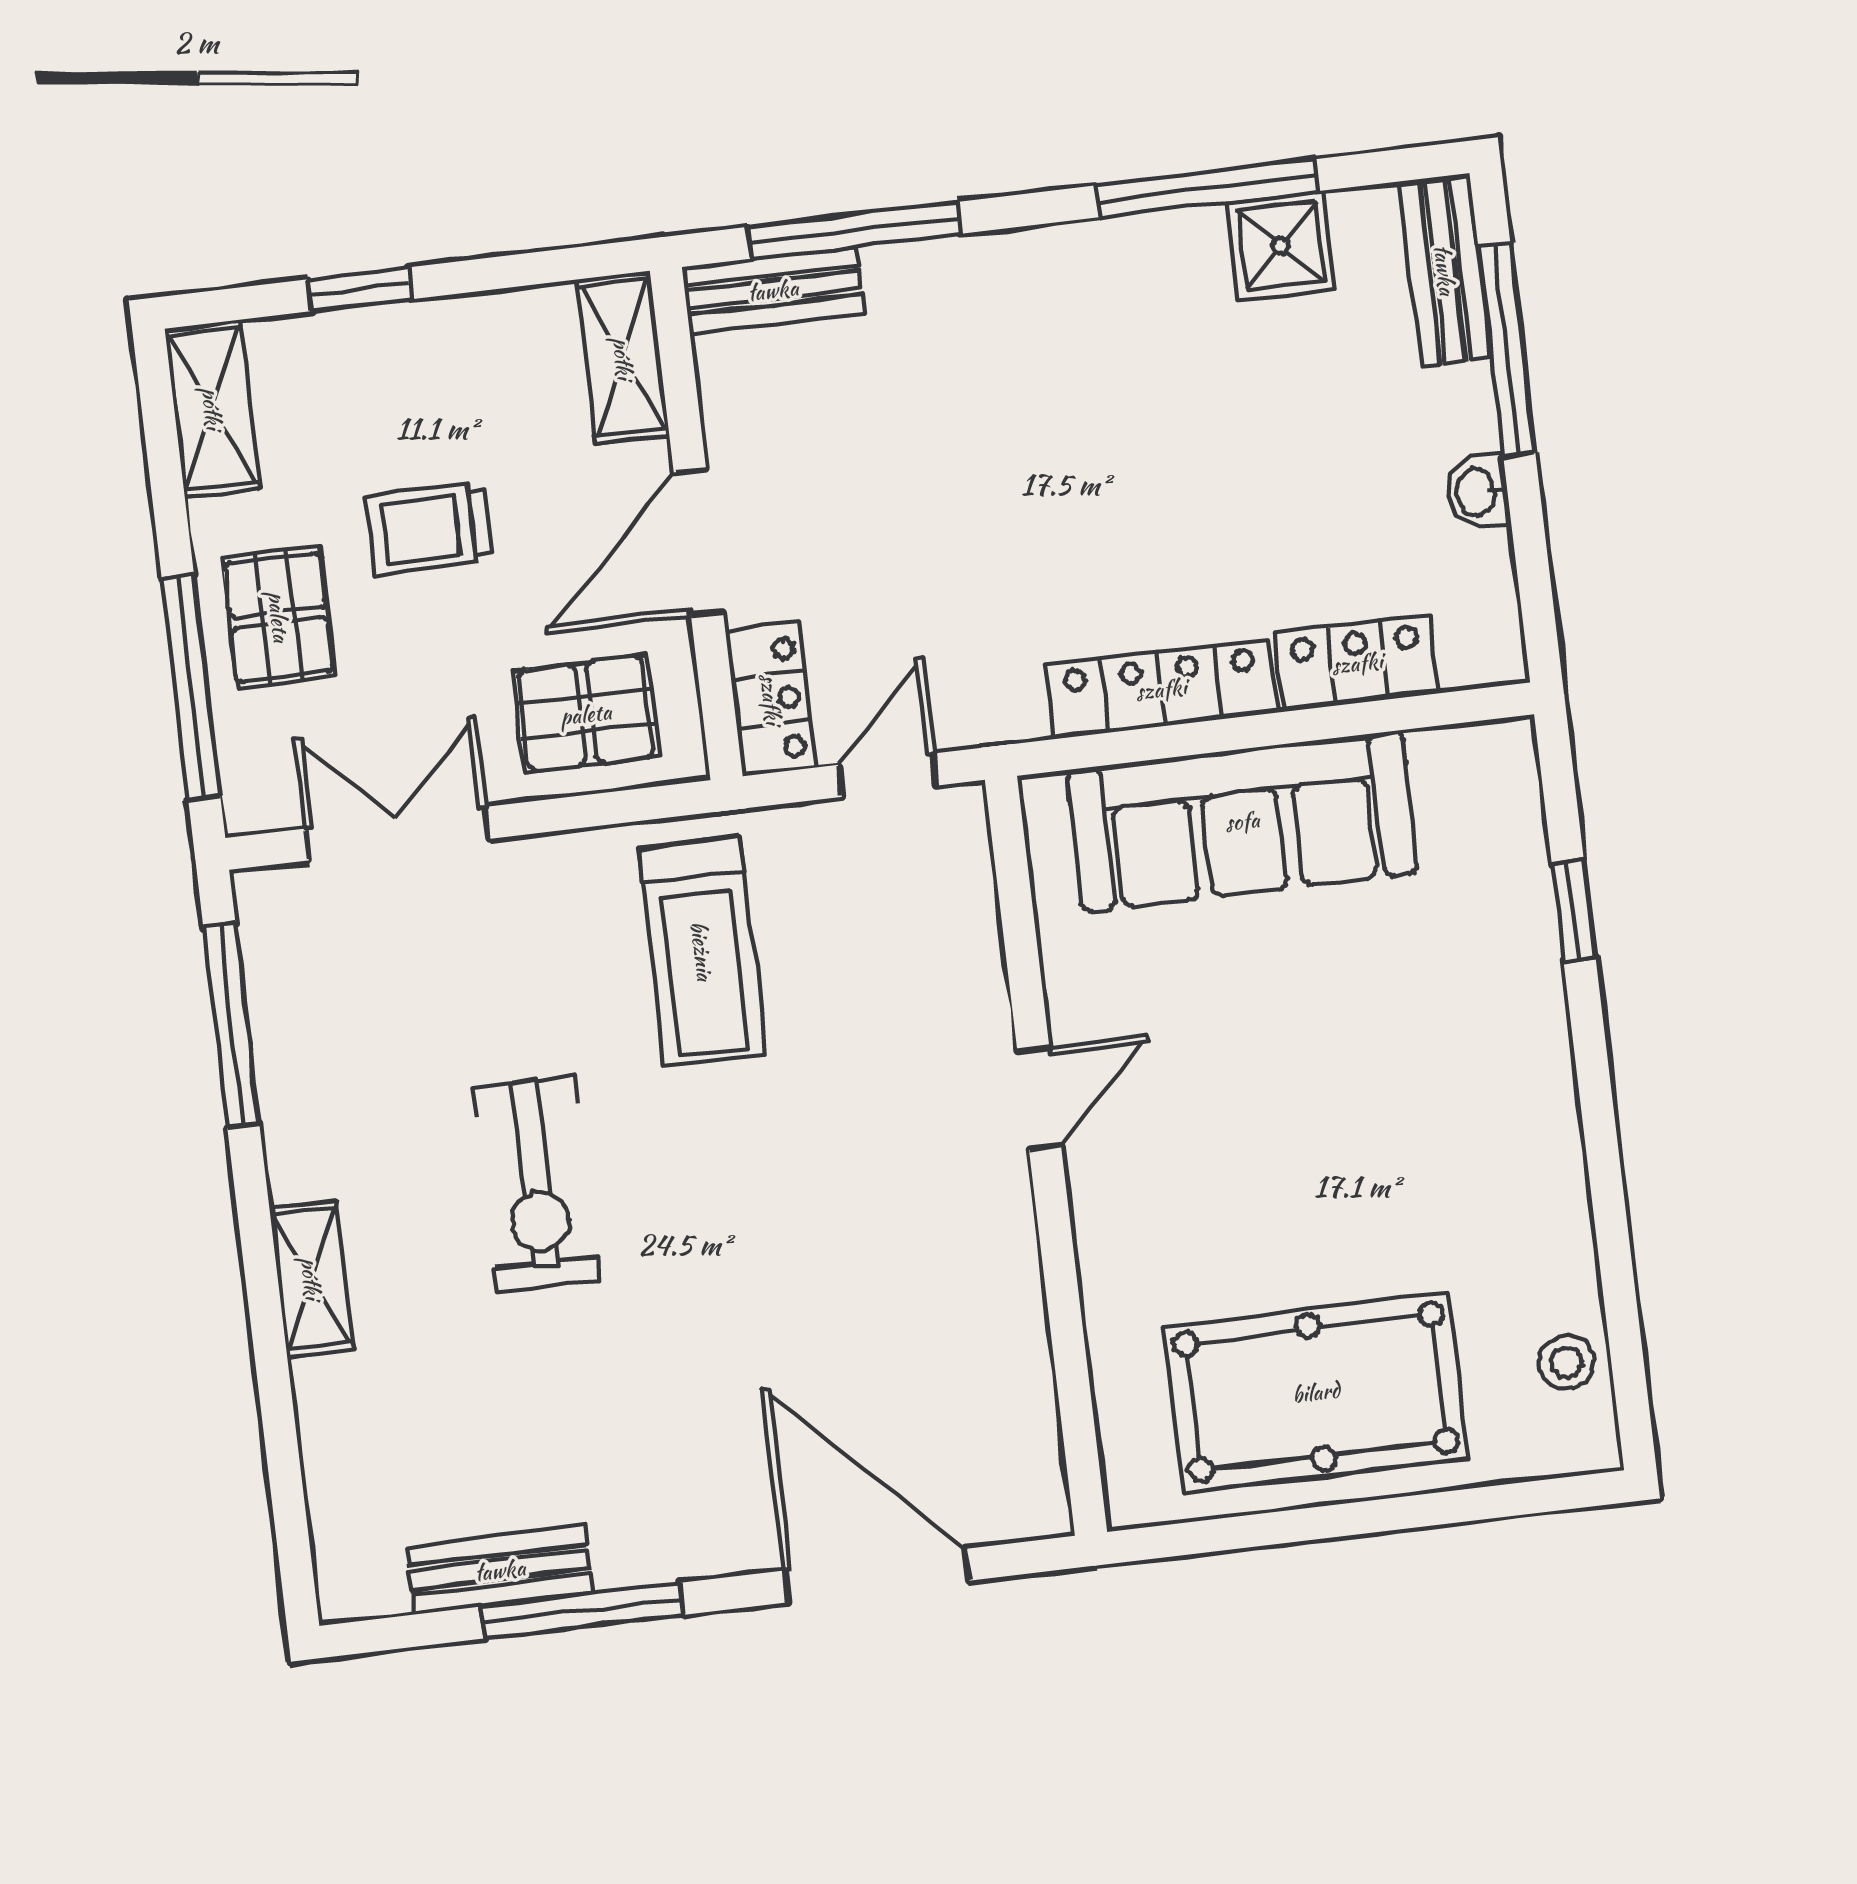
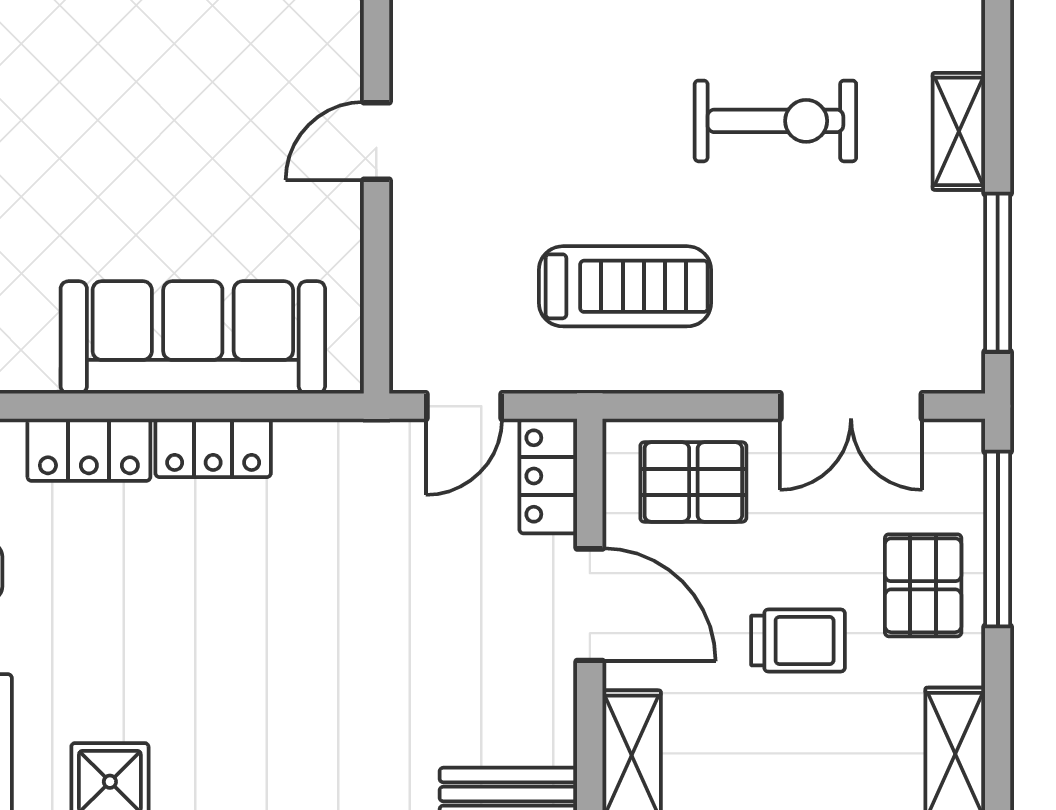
door: (698, 542) -> (590, 605), hinge flipped
locker: (1161, 689) -> (213, 448), width x0.66
treadmill: (702, 951) -> (625, 286), turned 90
exercise bike: (536, 1184) -> (775, 121), turned 90
shelving: (311, 1278) -> (959, 131), moved

